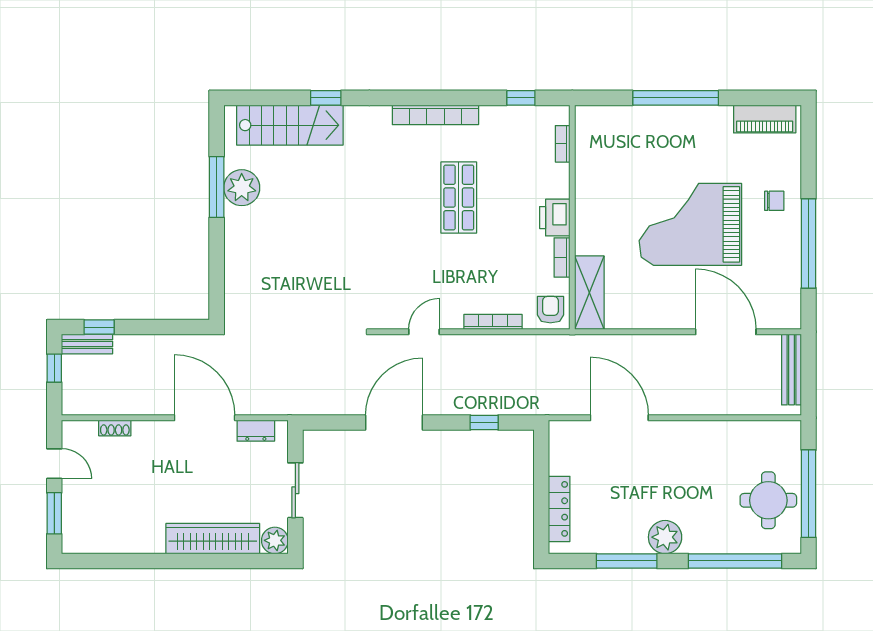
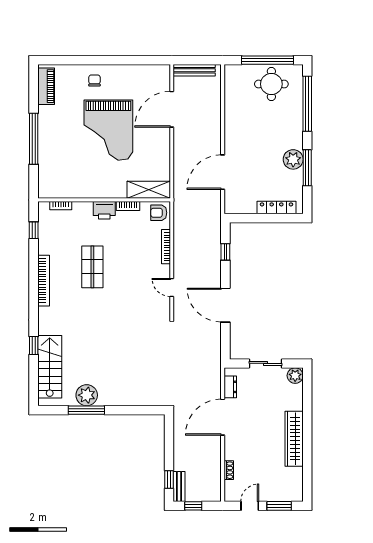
shop shelf: (459, 198) -> (92, 267), turned 90
window: (809, 243) -> (120, 60), removed
plant: (665, 537) -> (293, 159), moved
wardrobe: (213, 539) -> (294, 439), moved

